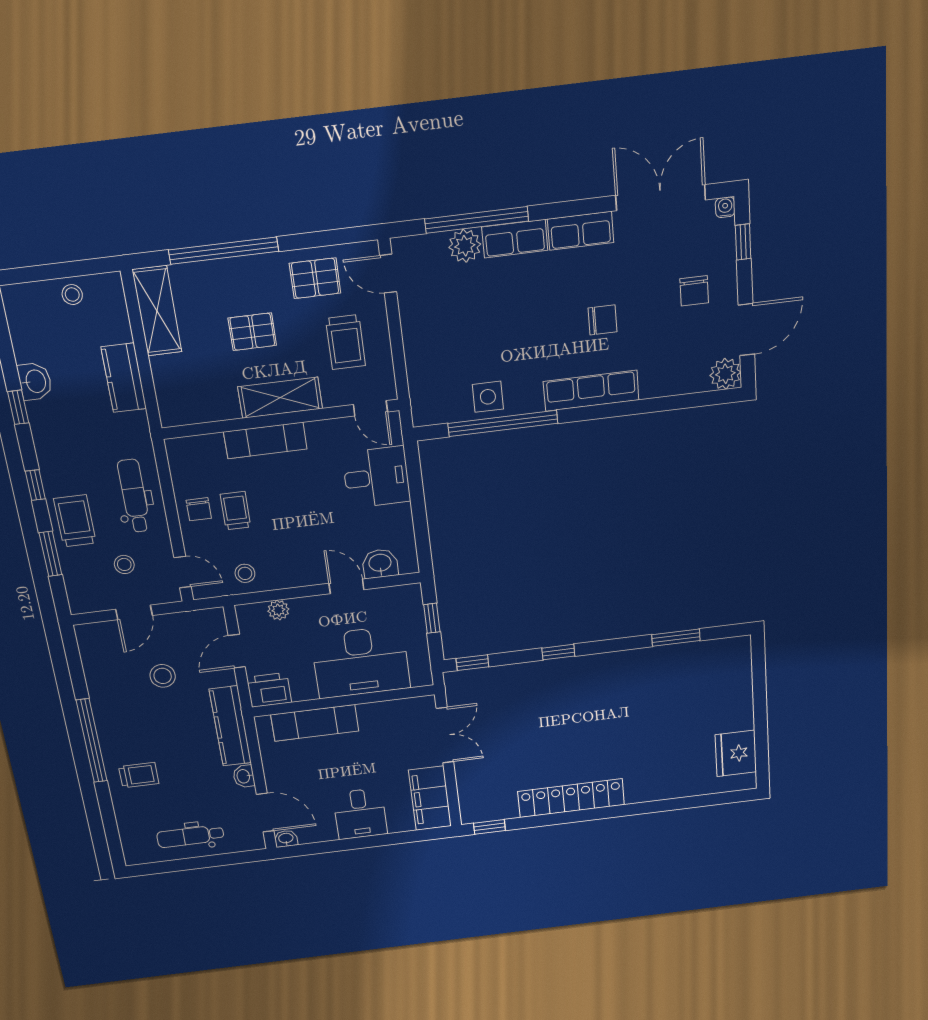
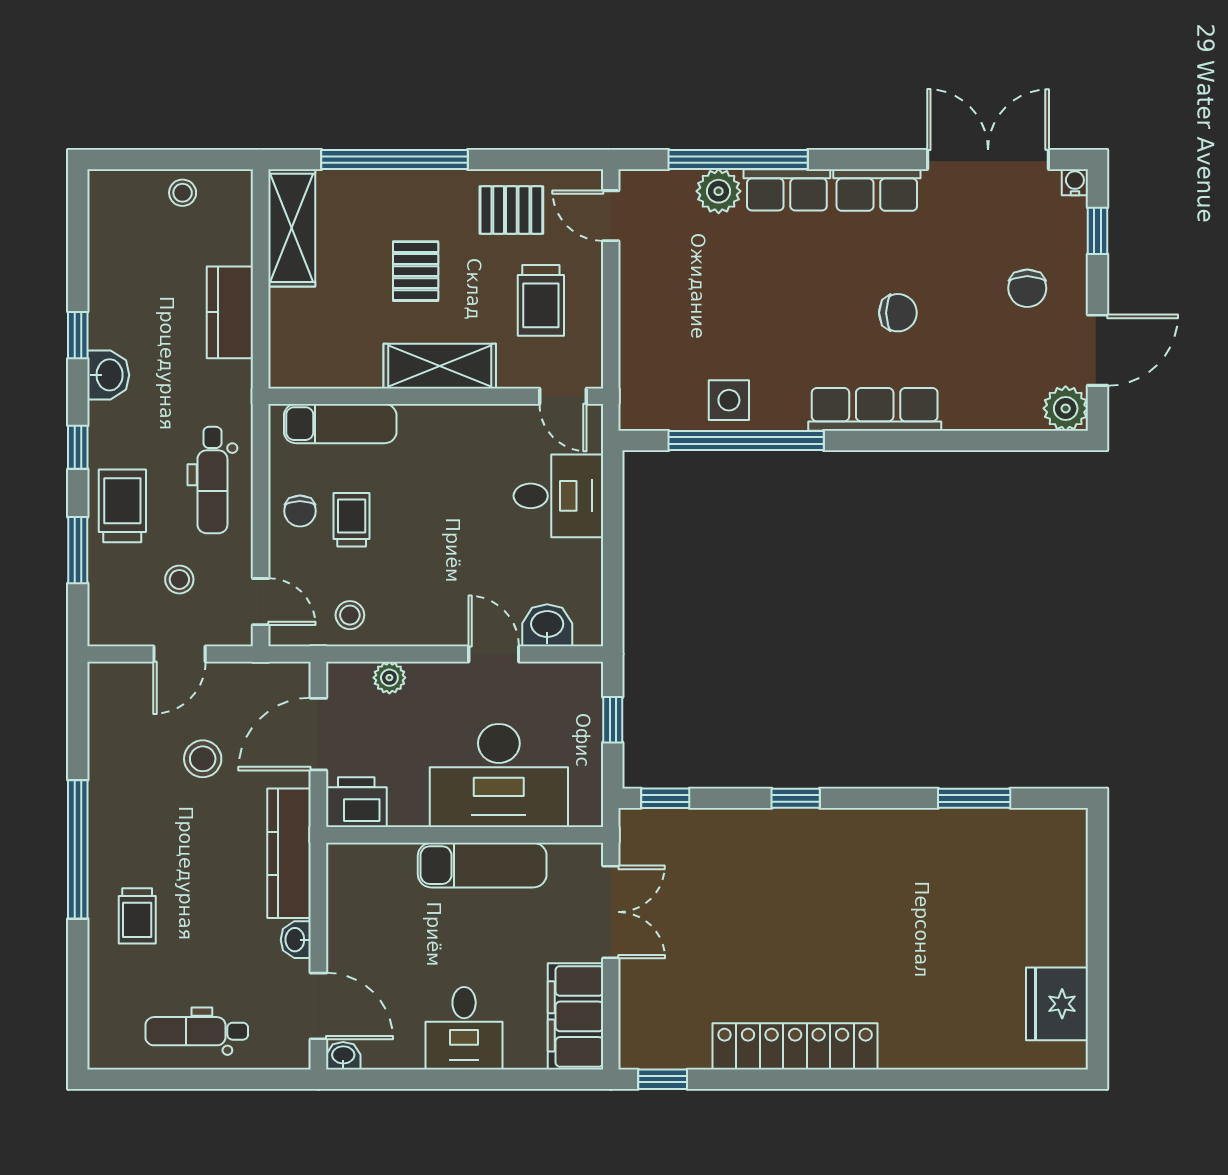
pallet: (252, 332) -> (416, 271), turned 90
washbasin: (35, 381) -> (108, 375), moved
exam couch: (265, 440) -> (340, 424), moved
dental chair: (134, 496) -> (212, 480), turned 180
door: (237, 651) -> (318, 734), width x1.38
exam couch: (315, 723) -> (482, 865), moved
trolley: (139, 775) -> (137, 916), turned 90

